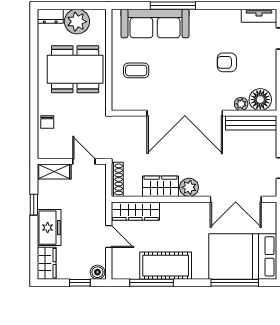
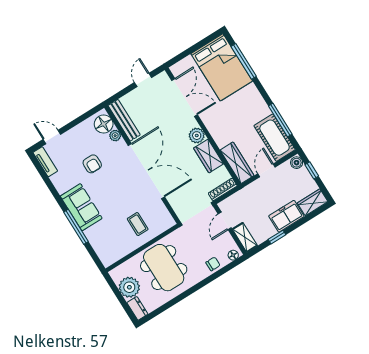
sofa: (155, 23) -> (81, 207), moved, width x0.73
floor lamp: (43, 148) -> (233, 255), added
cot: (166, 266) -> (275, 138), moved

